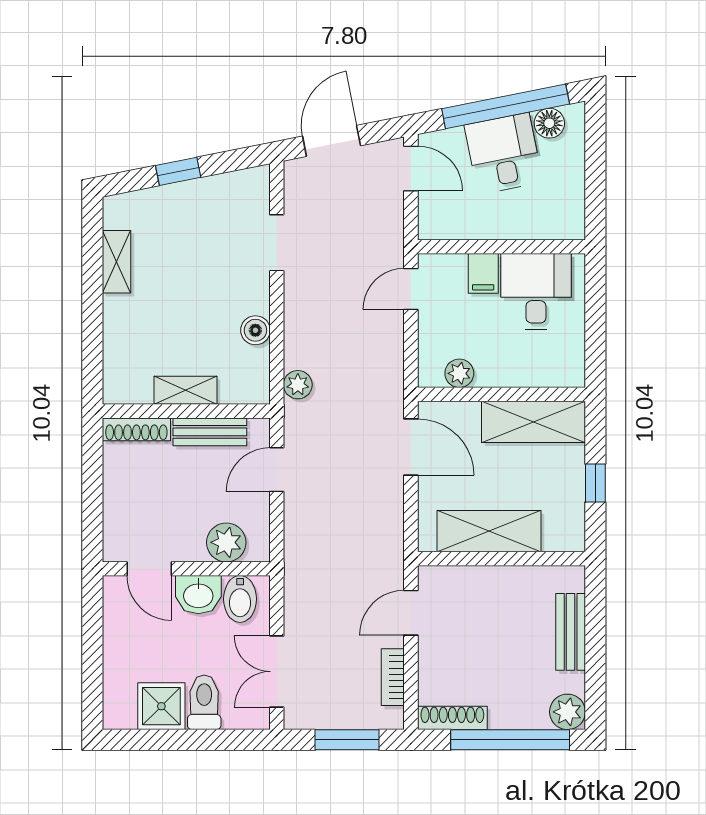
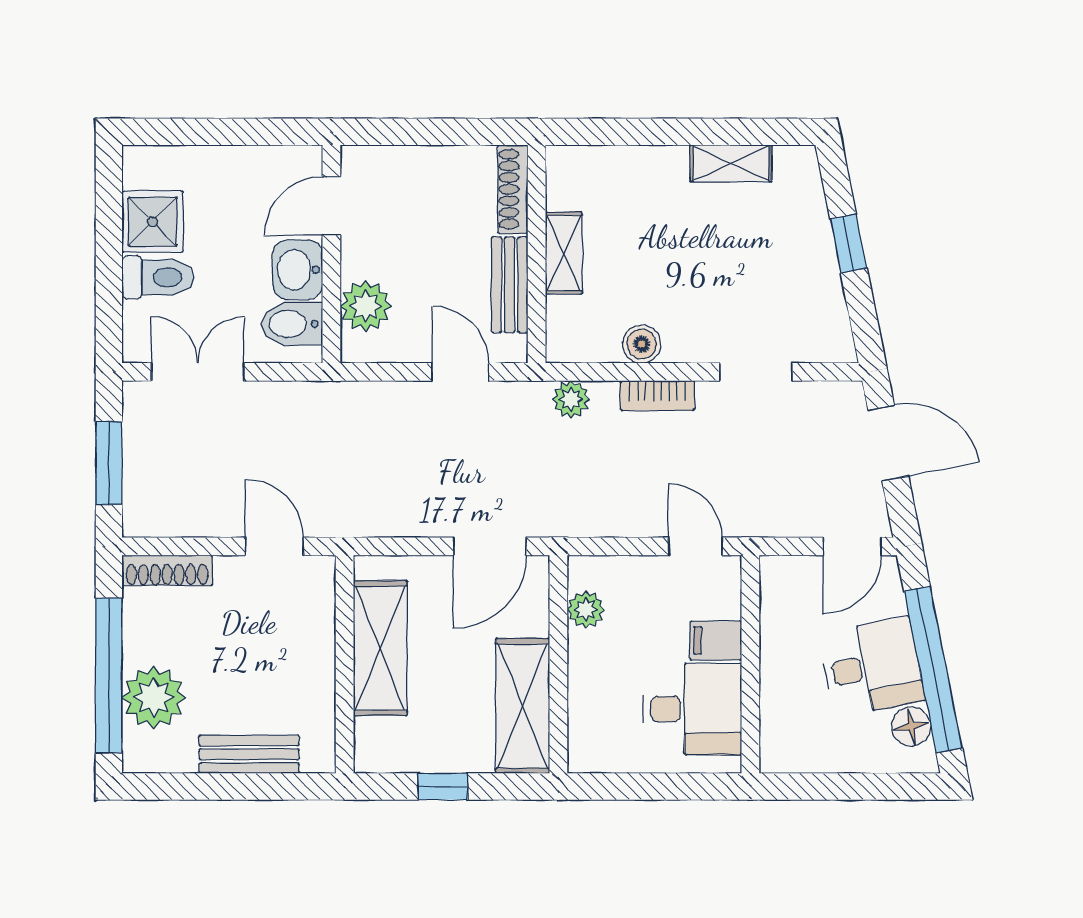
bookcase: (393, 677) -> (657, 395), moved, turned 180
plant: (567, 712) -> (154, 697), moved, width x1.36, depth x1.36
shoe rack: (452, 718) -> (167, 571), moved, turned 90

